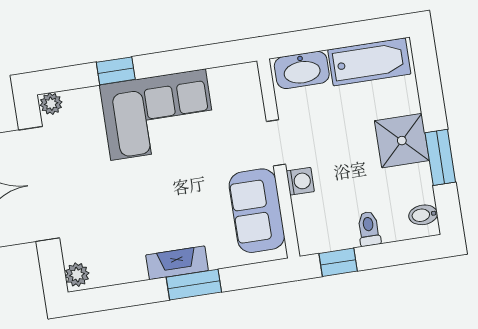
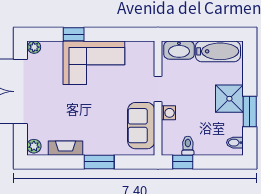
toilet: (369, 229) -> (188, 146), moved
fireplace: (177, 263) -> (65, 148), moved

